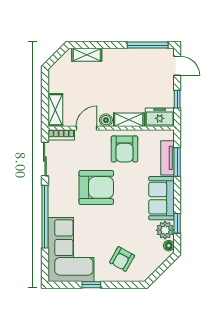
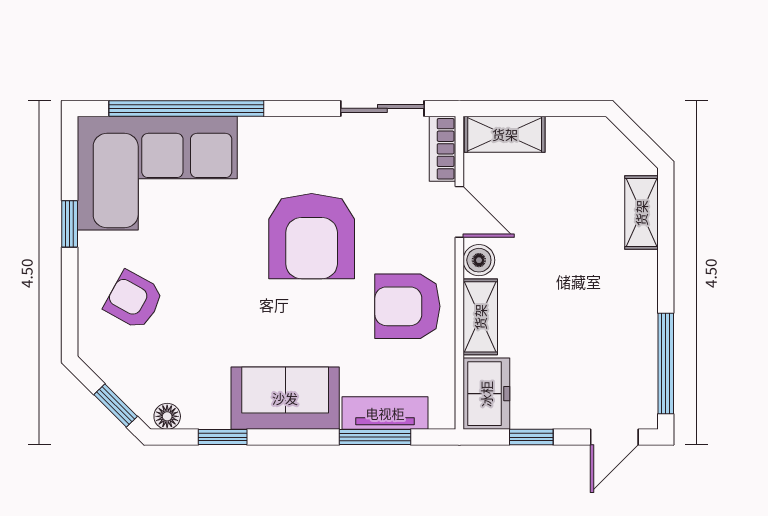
window: (45, 217) -> (186, 108), moved
plant: (165, 230) -> (206, 407), removed
window: (164, 266) -> (116, 405), added

